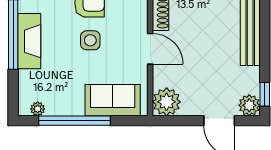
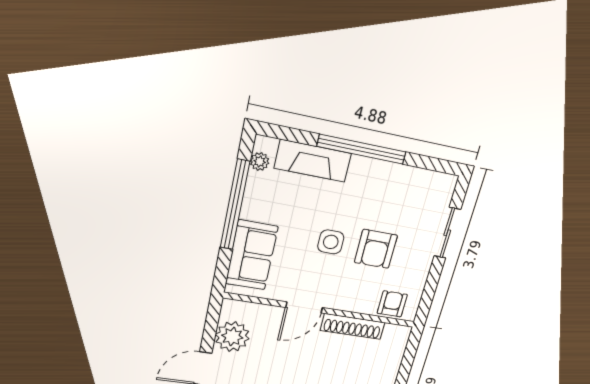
fireplace: (29, 41) -> (313, 161), moved
plant: (167, 102) -> (232, 337), moved

